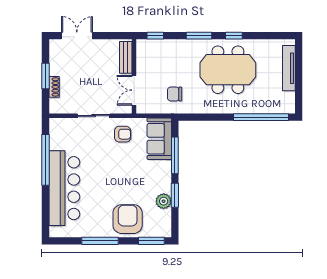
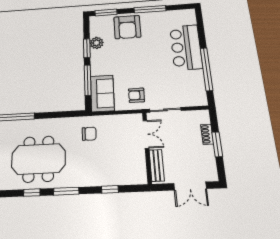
bench: (126, 57) -> (157, 165), moved
wall: (134, 76) -> (147, 147), moved
double door: (134, 90) -> (146, 134), moved
bar counter: (64, 188) -> (186, 47), width x0.73

